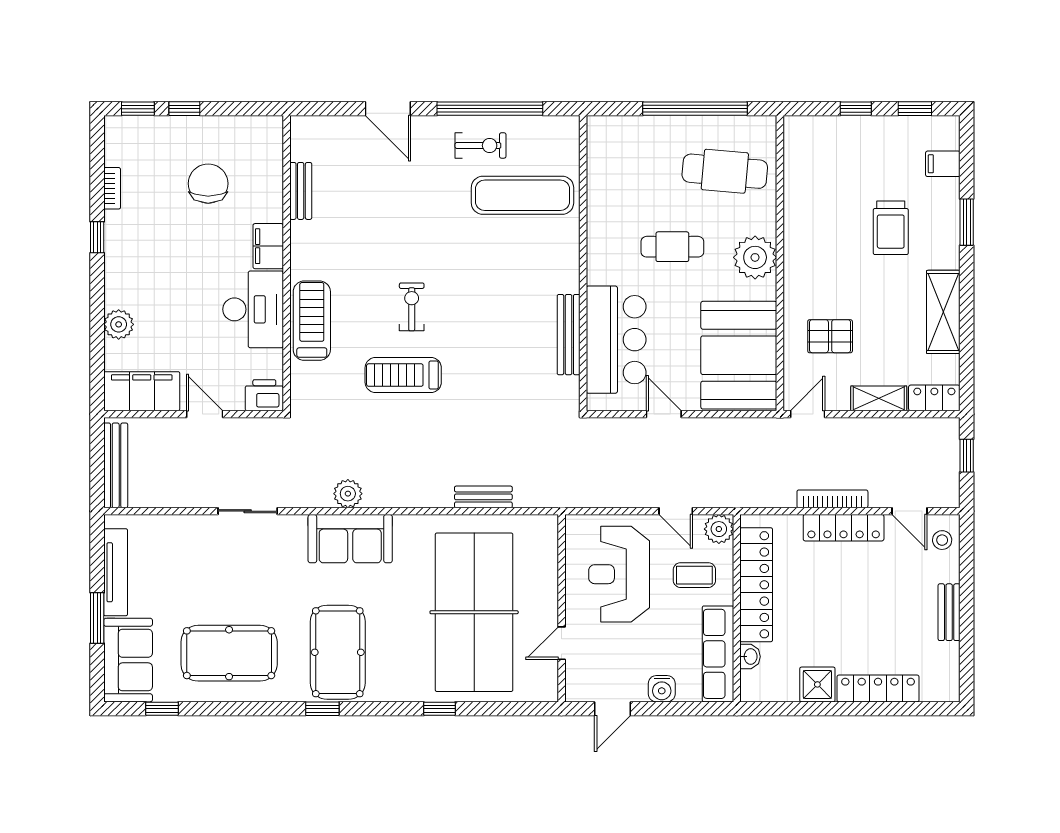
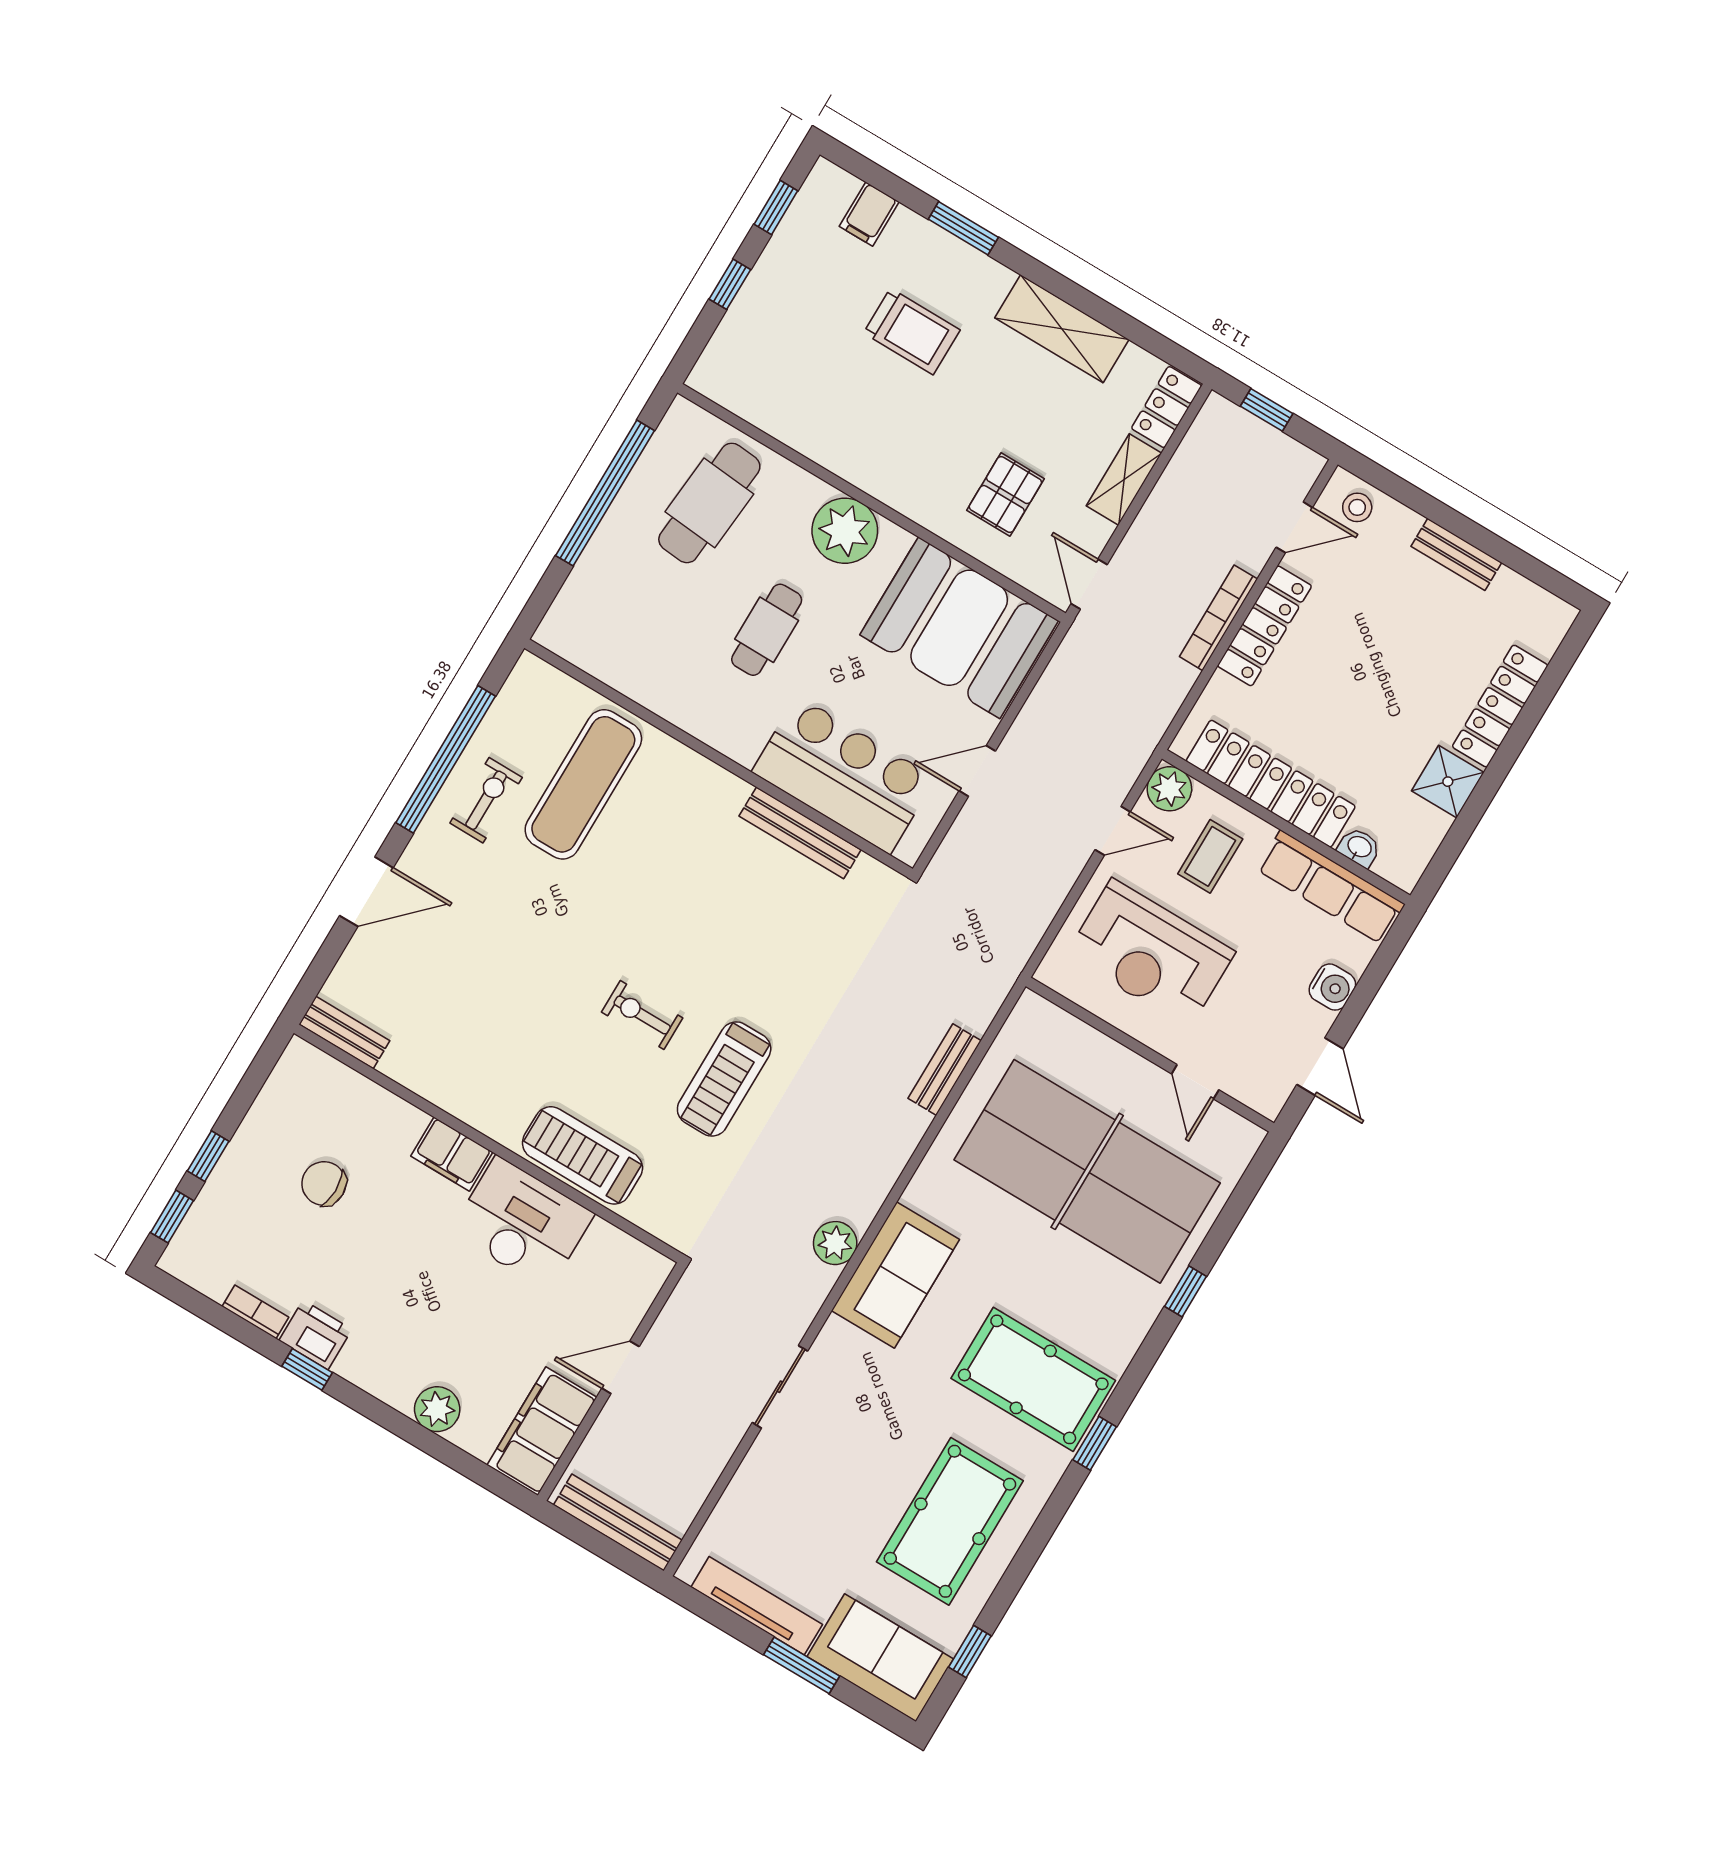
chair: (208, 184) -> (324, 1184), width x0.73, depth x0.73
bench: (301, 191) -> (344, 1033), moved
printer: (264, 395) -> (316, 1335), moved, turned 90

